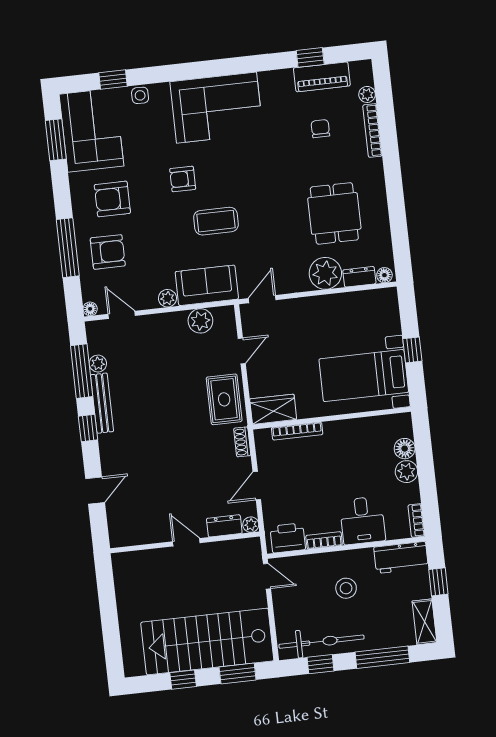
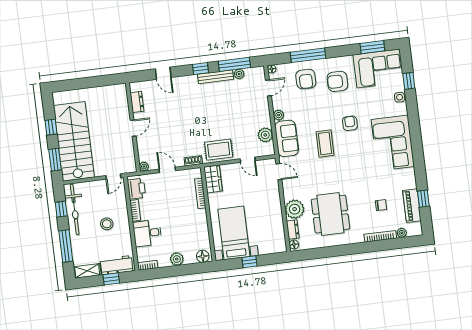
armchair: (112, 199) -> (337, 81), turned -90
dining table: (334, 213) -> (330, 214), width x1.37
floor lamp: (405, 449) -> (203, 256), moved
dresser: (224, 526) -> (137, 102), moved
workbench: (401, 558) -> (116, 265), moved, turned 90

